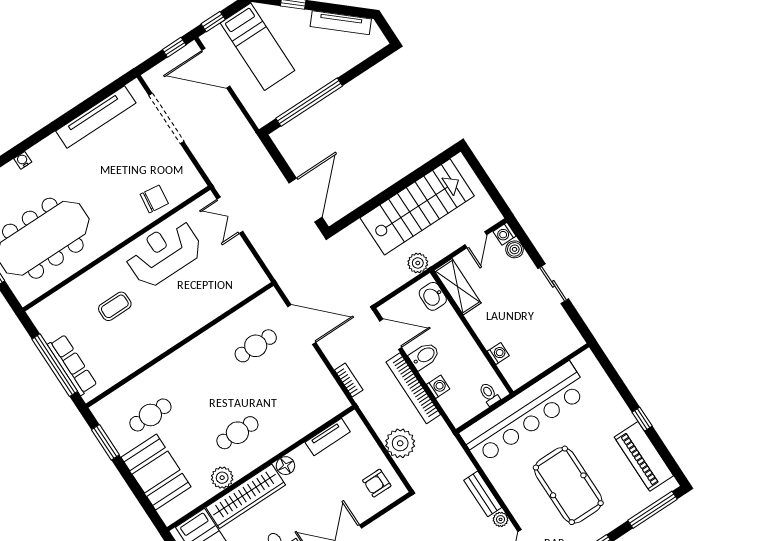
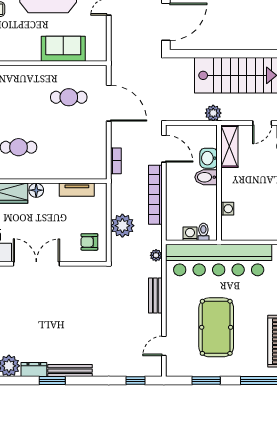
washbasin: (433, 296) -> (209, 158), moved
sofa: (217, 299) -> (63, 49), added
bidet: (424, 356) -> (206, 177), moved, turned 180
washing machine: (438, 387) -> (190, 234), moved, turned -90
plant: (501, 519) -> (156, 255), moved

